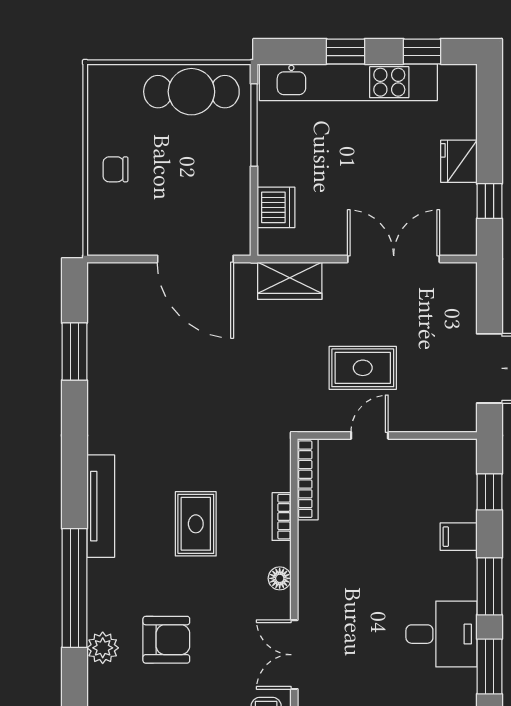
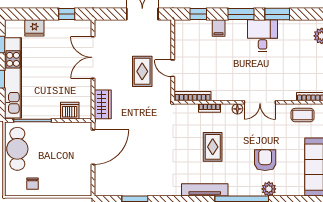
fridge: (459, 161) -> (34, 28), moved
chair: (115, 169) -> (33, 184), moved
rug: (196, 524) -> (213, 147), turned 90
double door: (294, 655) -> (260, 102), moved

